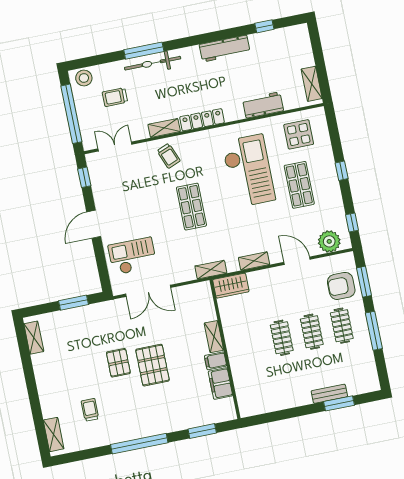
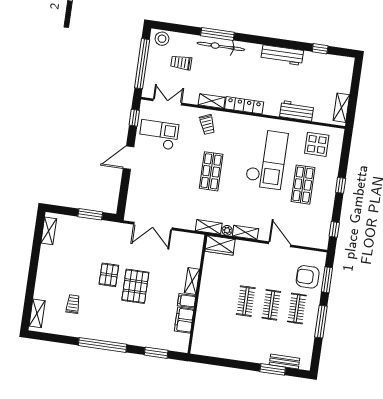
plant: (329, 241) -> (227, 230), moved, width x0.53, depth x0.53
checkout: (132, 256) -> (159, 135), moved
bench: (329, 394) -> (284, 361), moved

